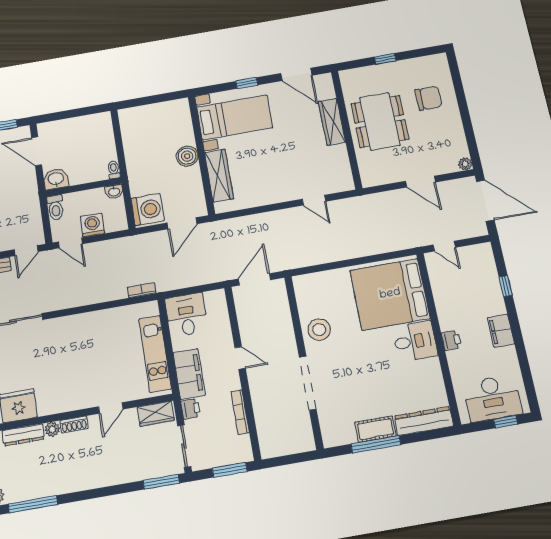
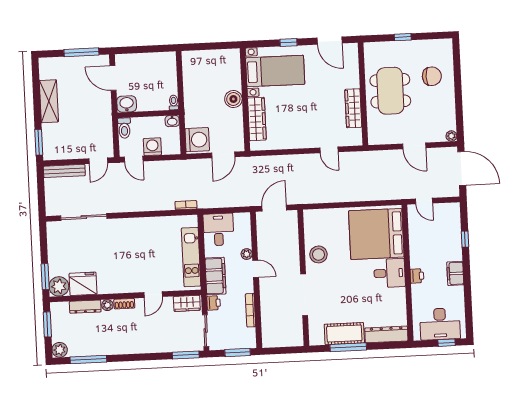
wardrobe: (332, 122) -> (353, 108), moved
plant: (226, 341) -> (247, 254), added
cot: (375, 429) -> (344, 334), width x1.37, depth x1.34

